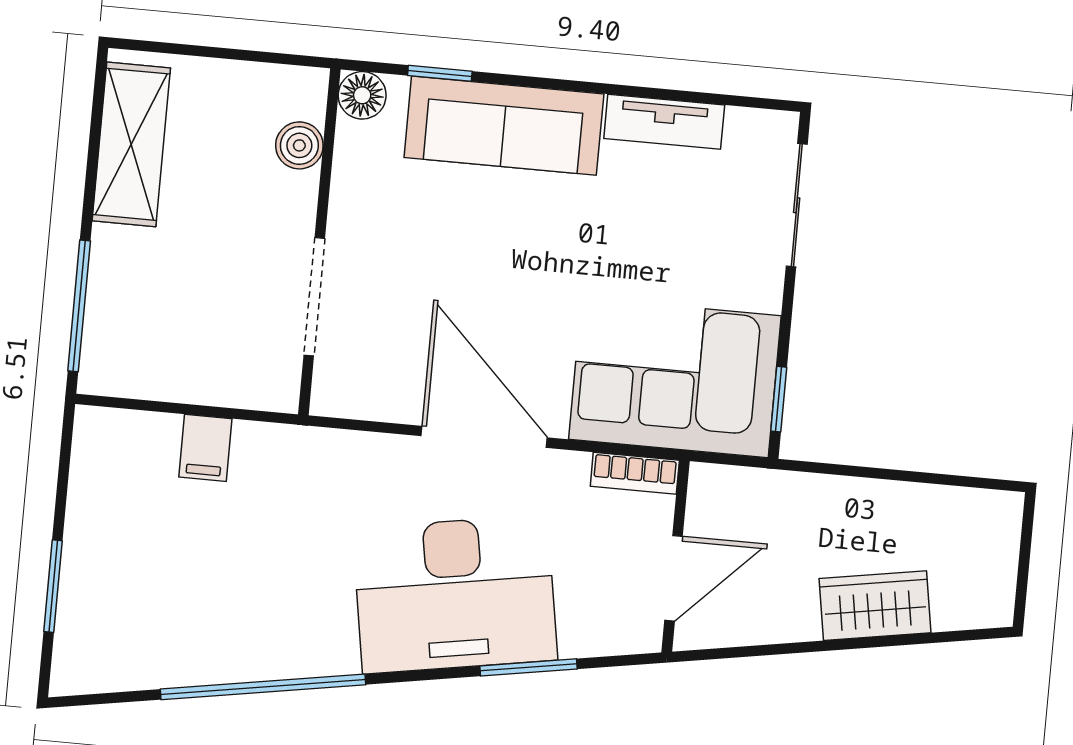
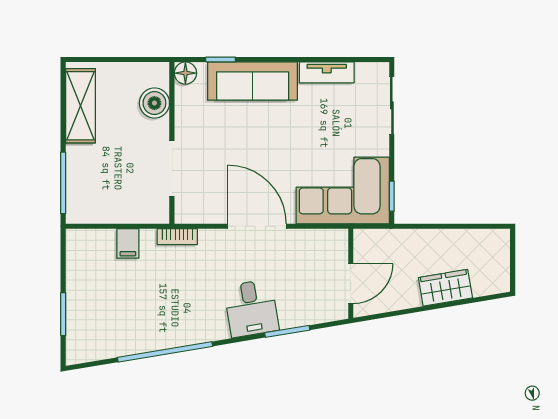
boiler: (299, 145) -> (154, 103), width x1.36, depth x1.36
bookcase: (635, 473) -> (177, 237), moved
desk: (455, 594) -> (251, 308), width x0.53, depth x0.77

